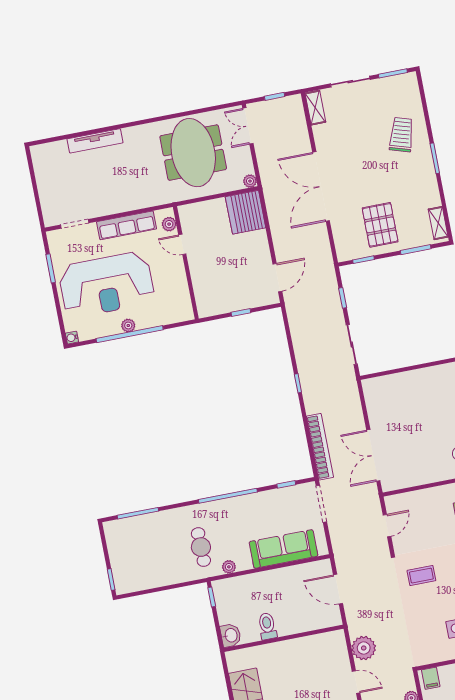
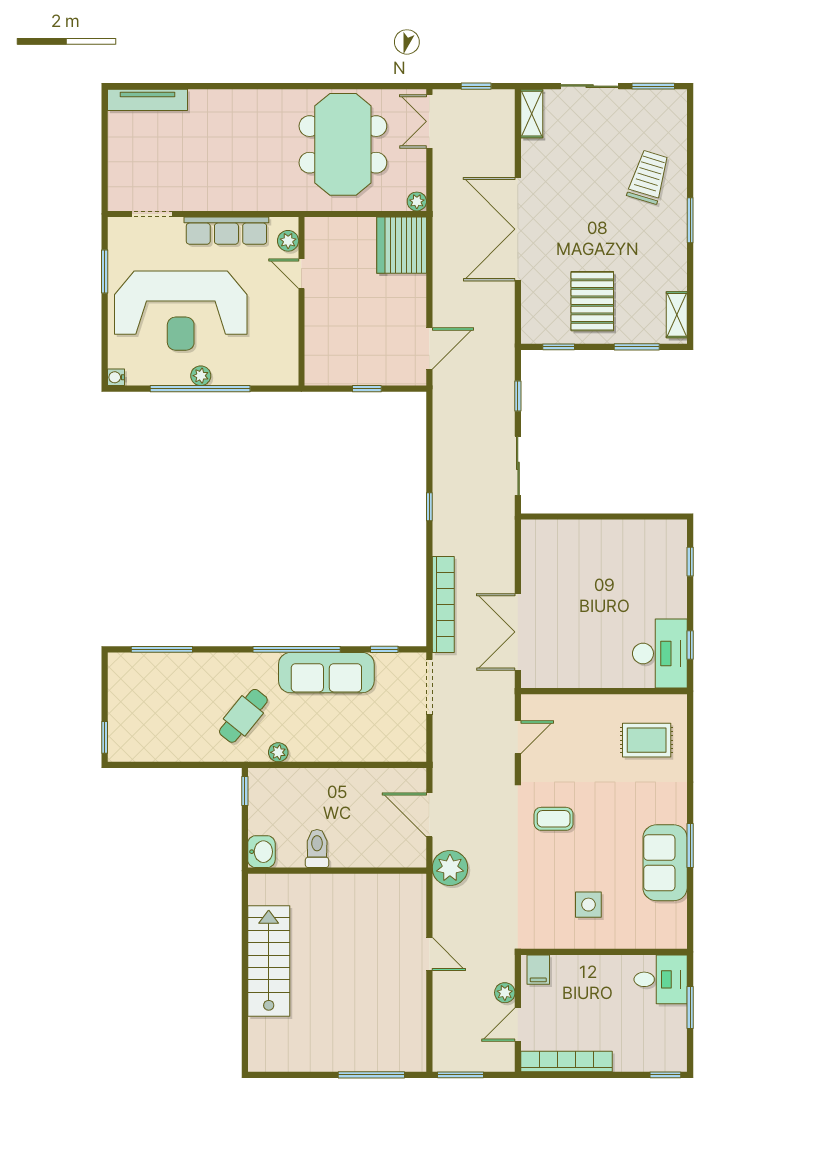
tv unit: (95, 141) -> (148, 100), moved
cafe table: (201, 547) -> (243, 716), turned 40
sofa: (283, 549) -> (326, 673), moved, turned 180
plant: (364, 648) -> (450, 868), moved

